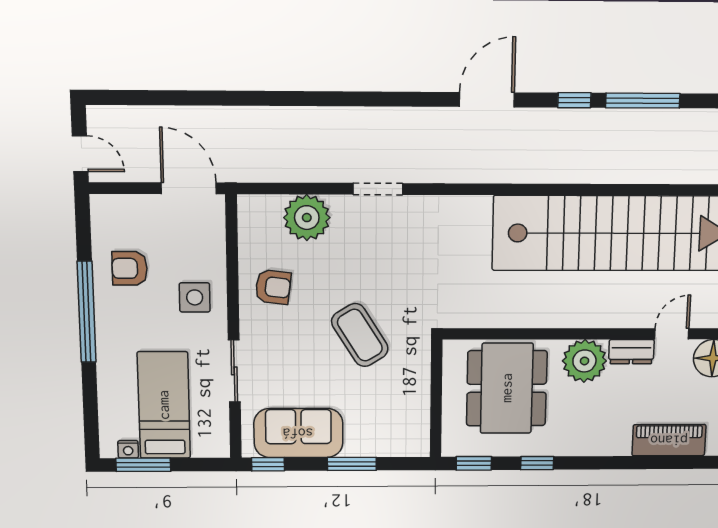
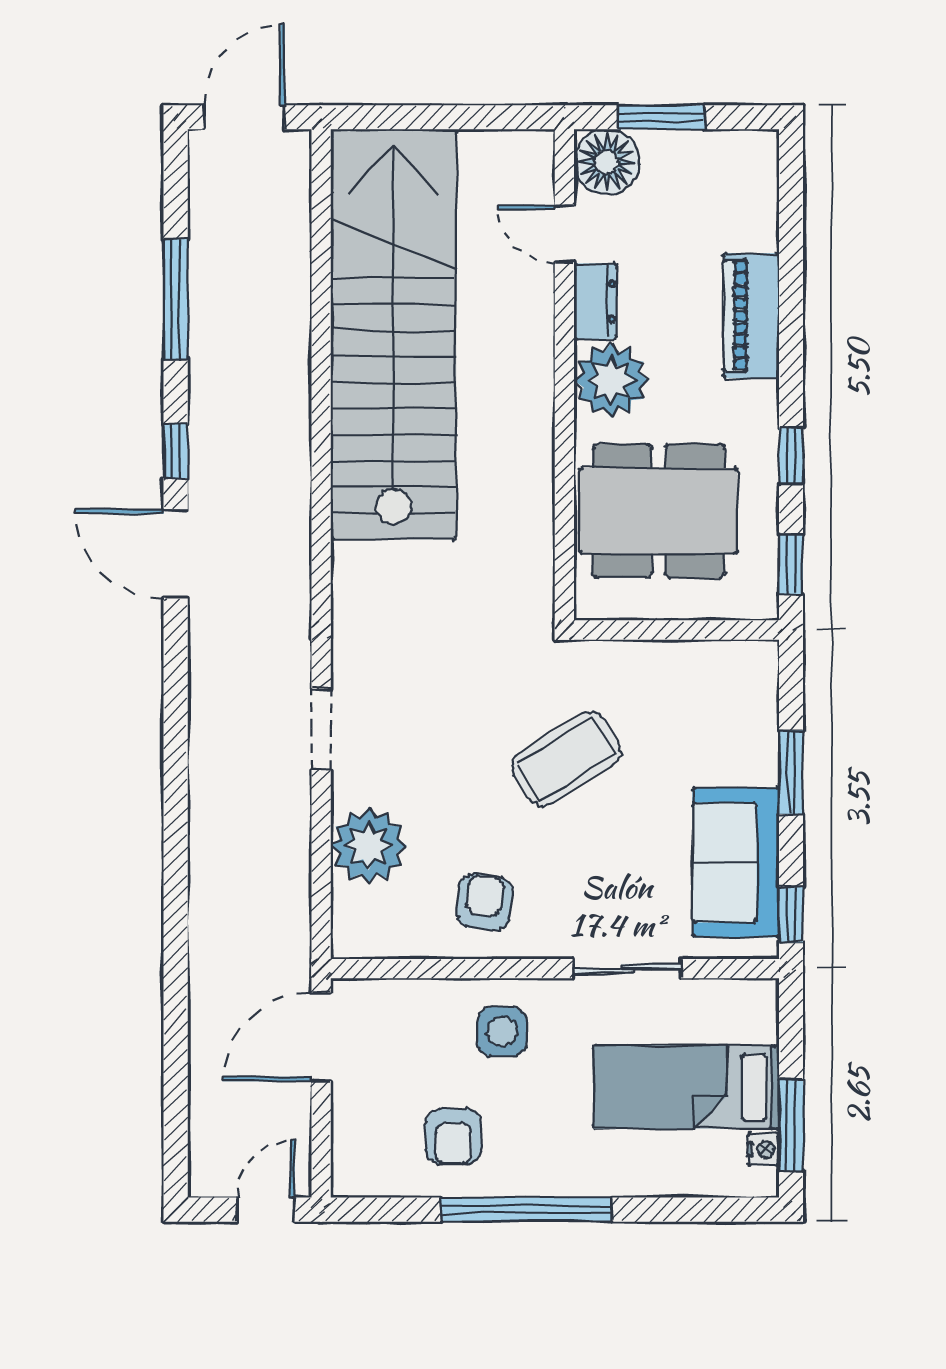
window: (574, 100) -> (176, 451), moved
piano: (669, 440) -> (751, 316), moved

